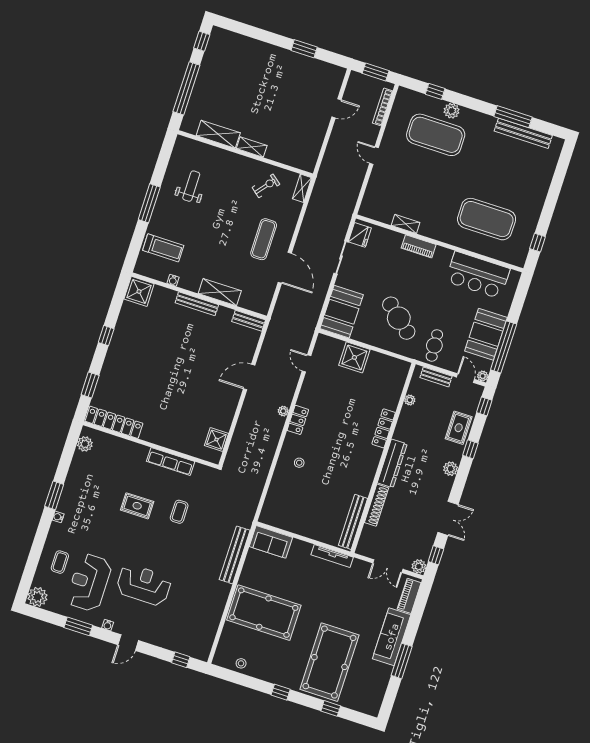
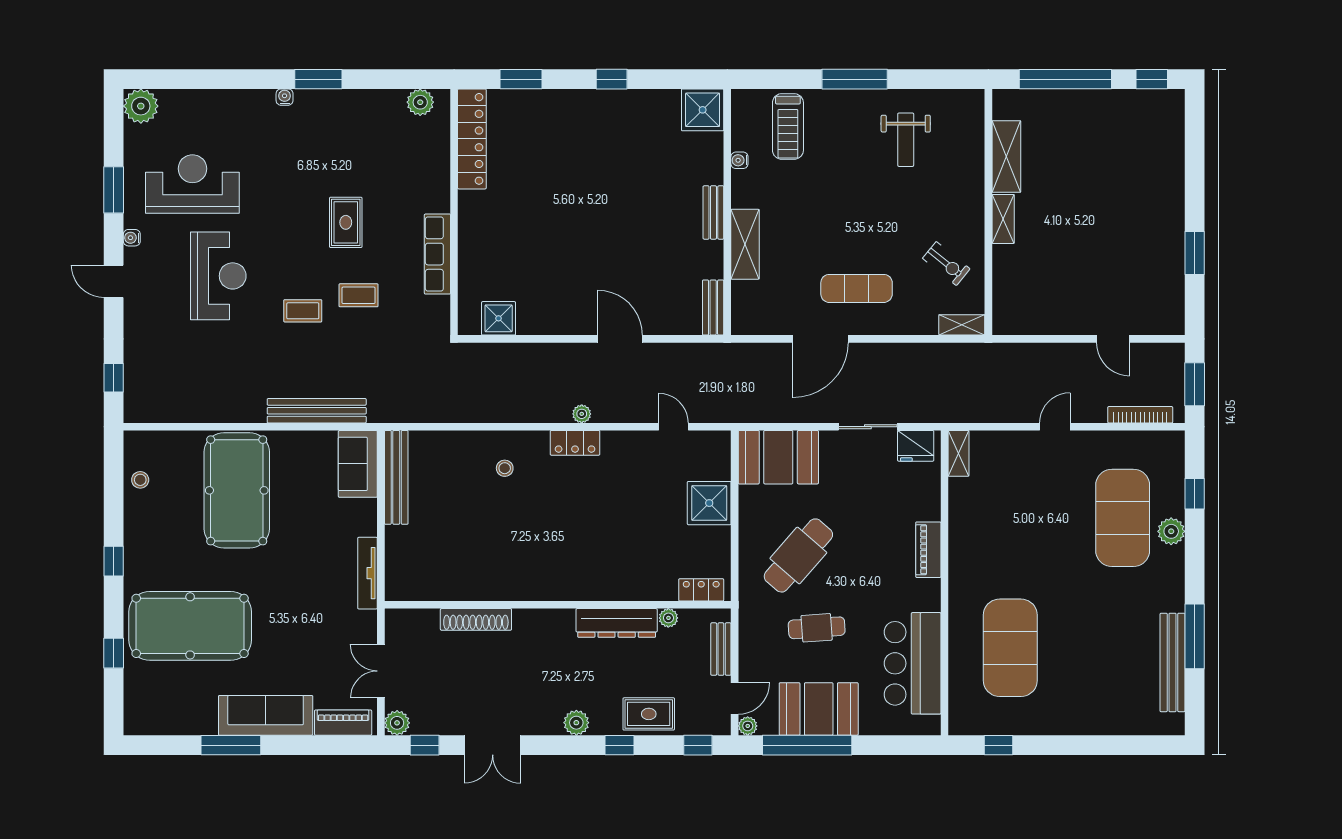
weight bench: (191, 186) -> (906, 140), turned 90
shelving: (406, 224) -> (958, 453), moved
bench: (197, 304) -> (713, 212), width x0.73
cafe table: (434, 345) -> (817, 628), moved
door: (306, 363) -> (673, 427), hinge flipped
locker: (384, 428) -> (701, 590), moved, width x0.66
dresser: (392, 463) -> (617, 623), moved
bench: (353, 522) -> (396, 477), moved, turned 90
coffee table: (60, 562) -> (303, 311), moved

